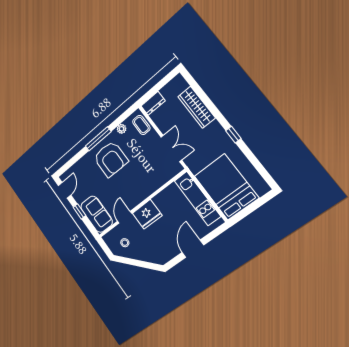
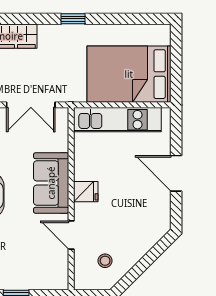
double door: (171, 148) -> (31, 105), swing flipped
sofa: (97, 214) -> (51, 183), moved, turned -90
fridge: (147, 214) -> (86, 192), width x0.53, depth x0.75

